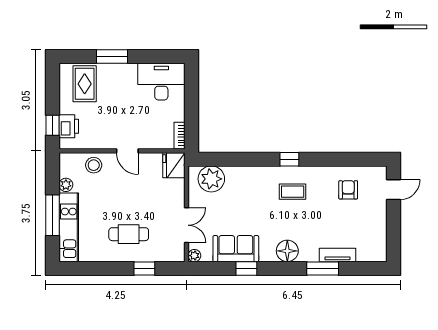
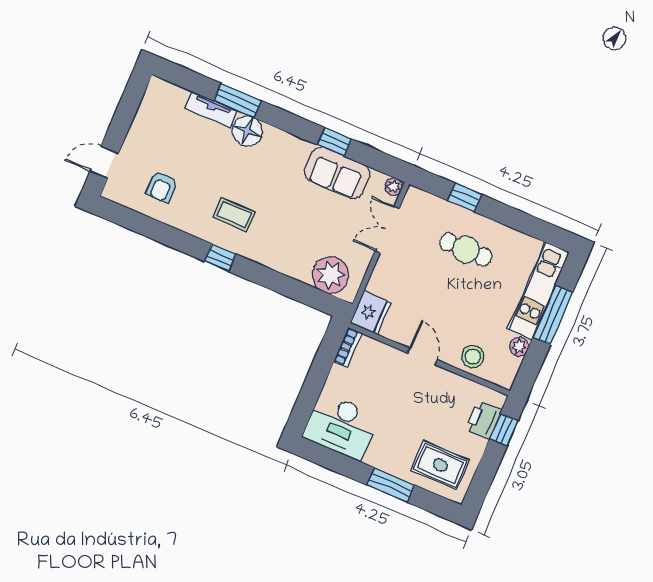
rug: (85, 84) -> (440, 465), turned 90
floor lamp: (287, 251) -> (247, 131), moved

